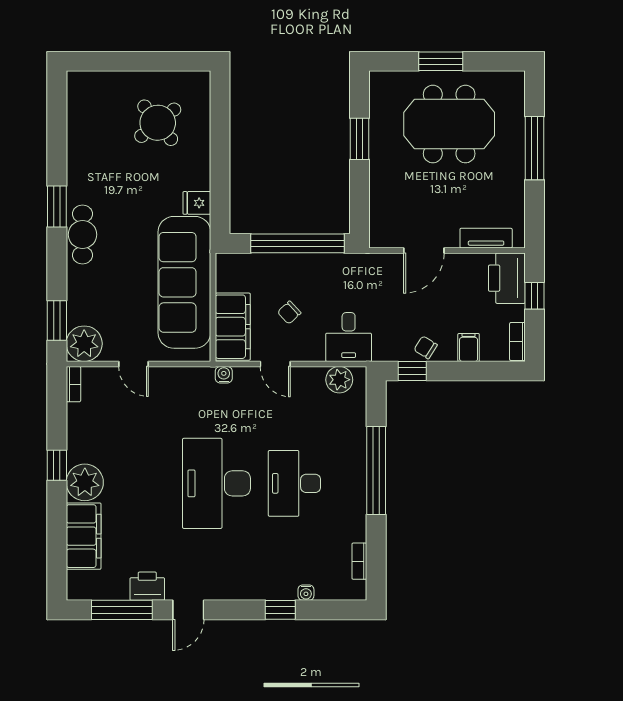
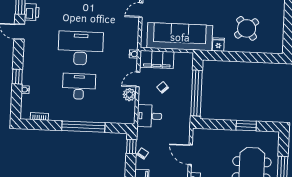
round table: (158, 123) -> (247, 28), moved
plant: (339, 380) -> (129, 95), moved

